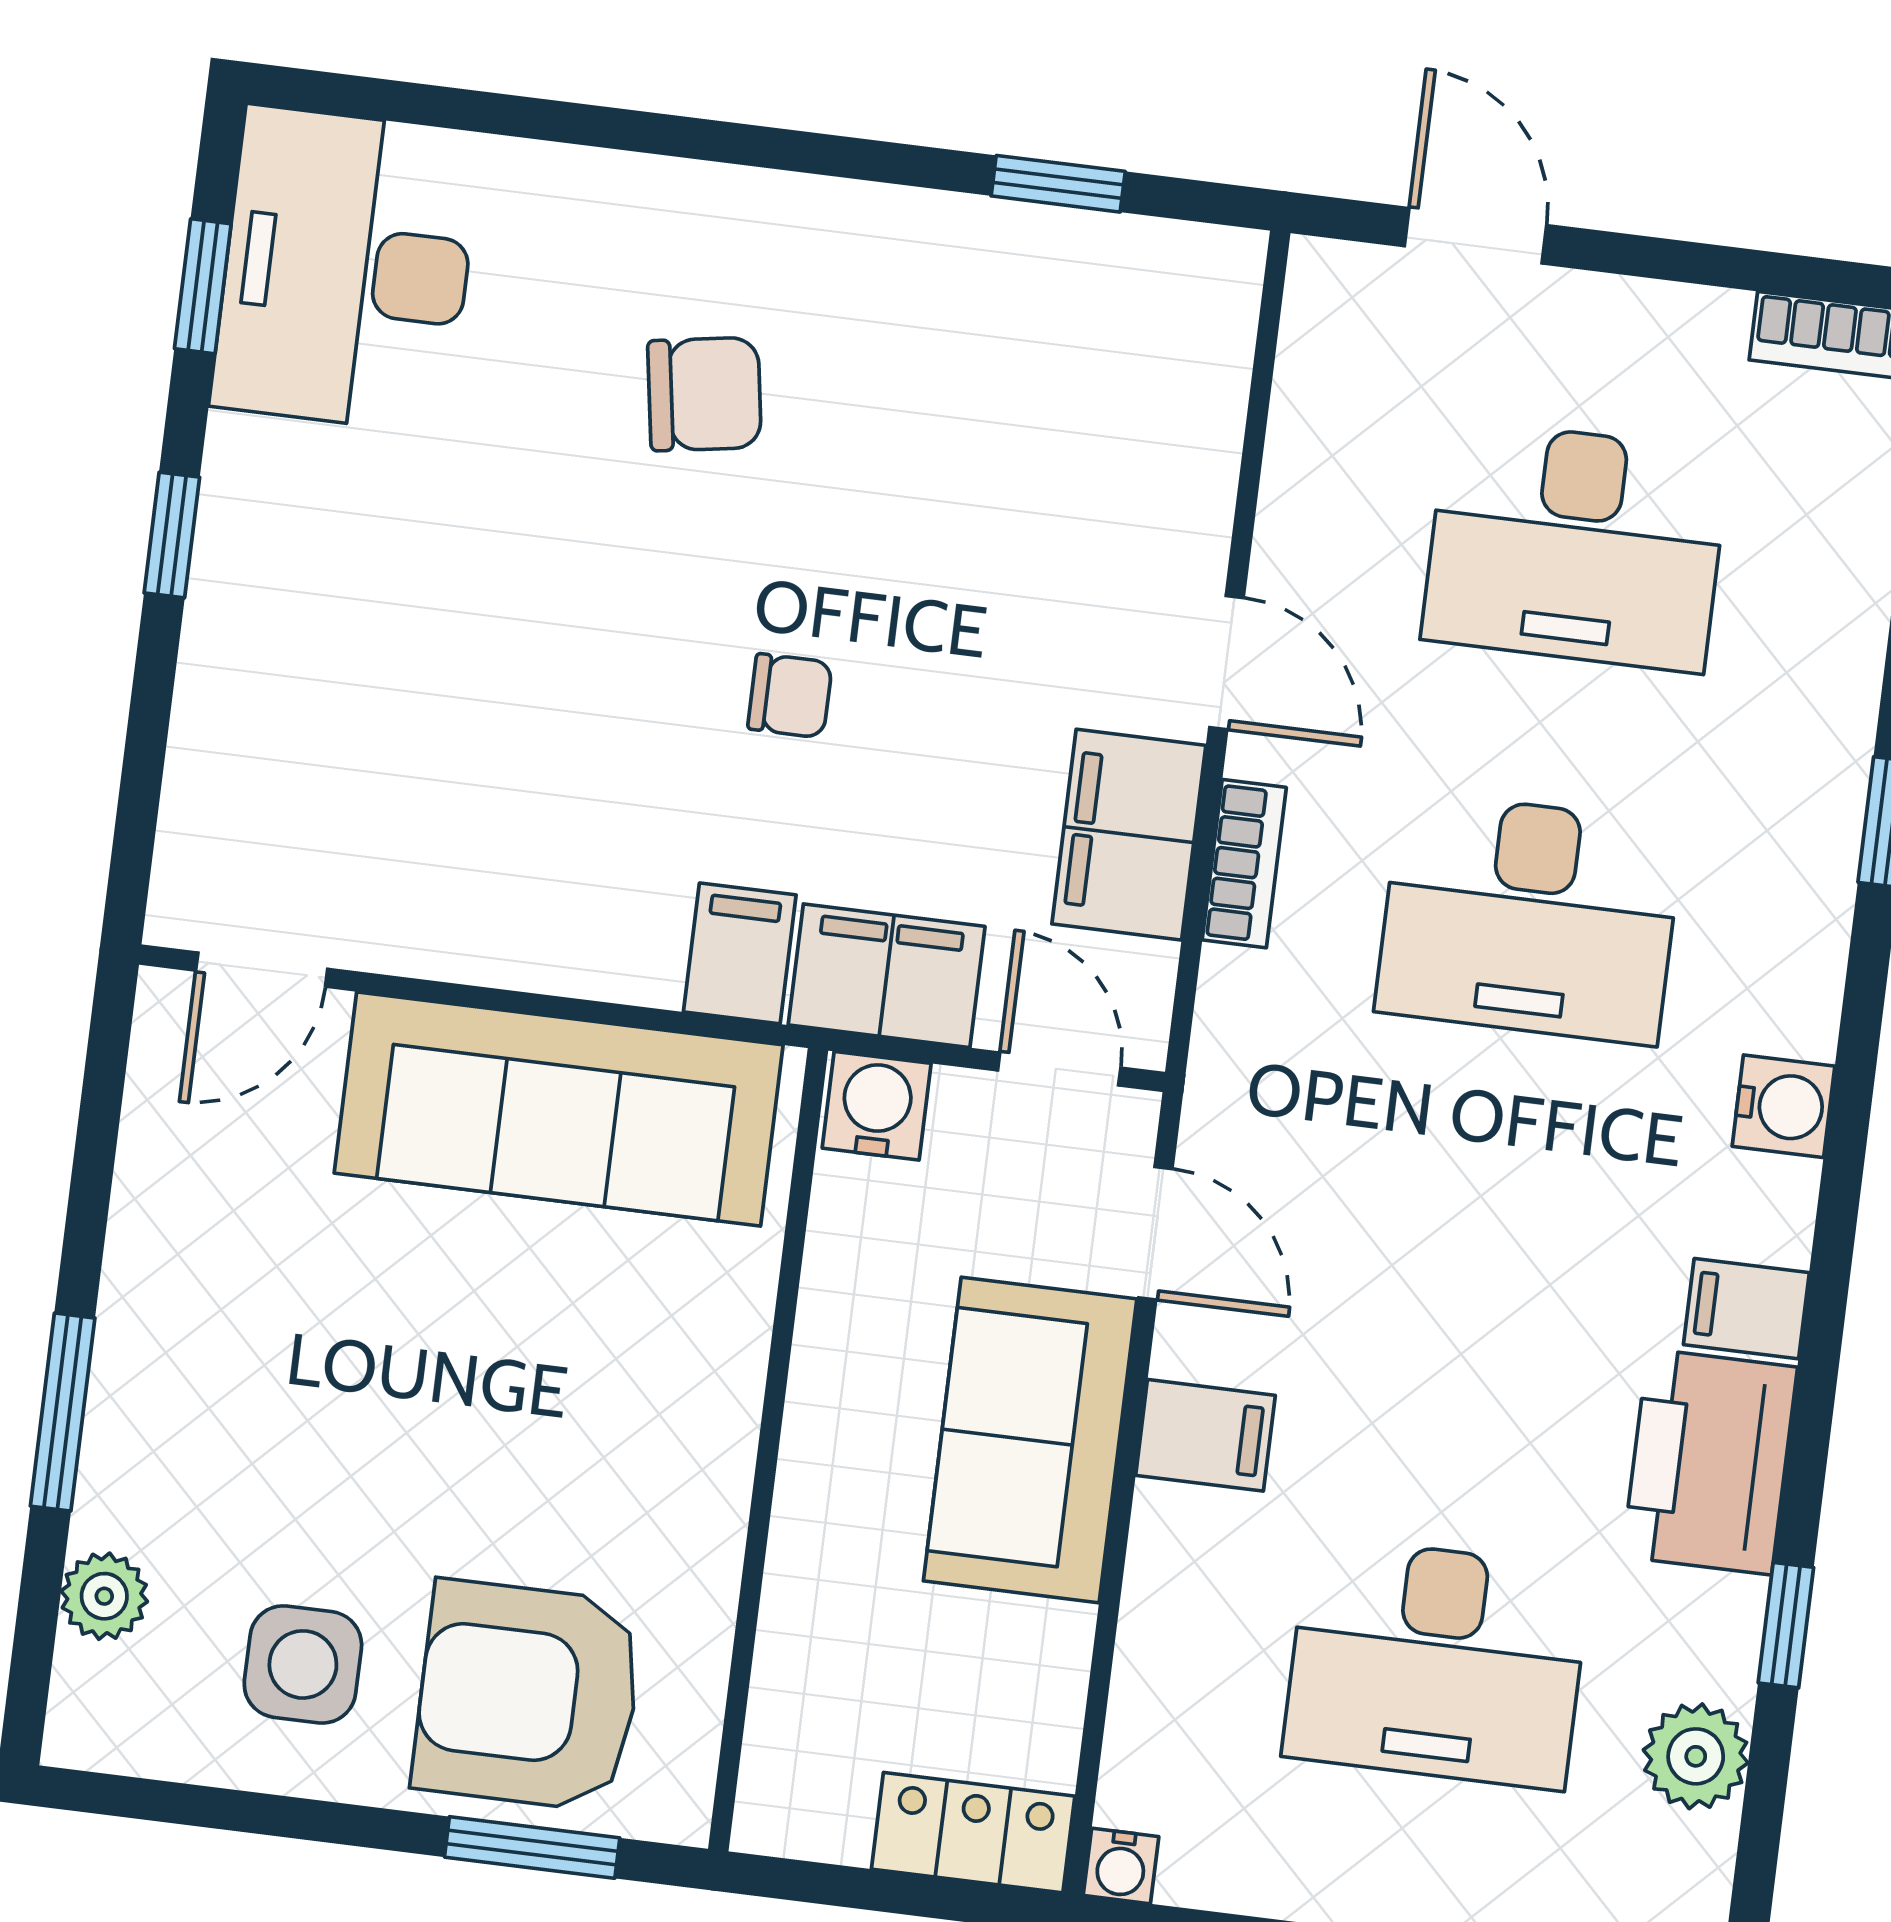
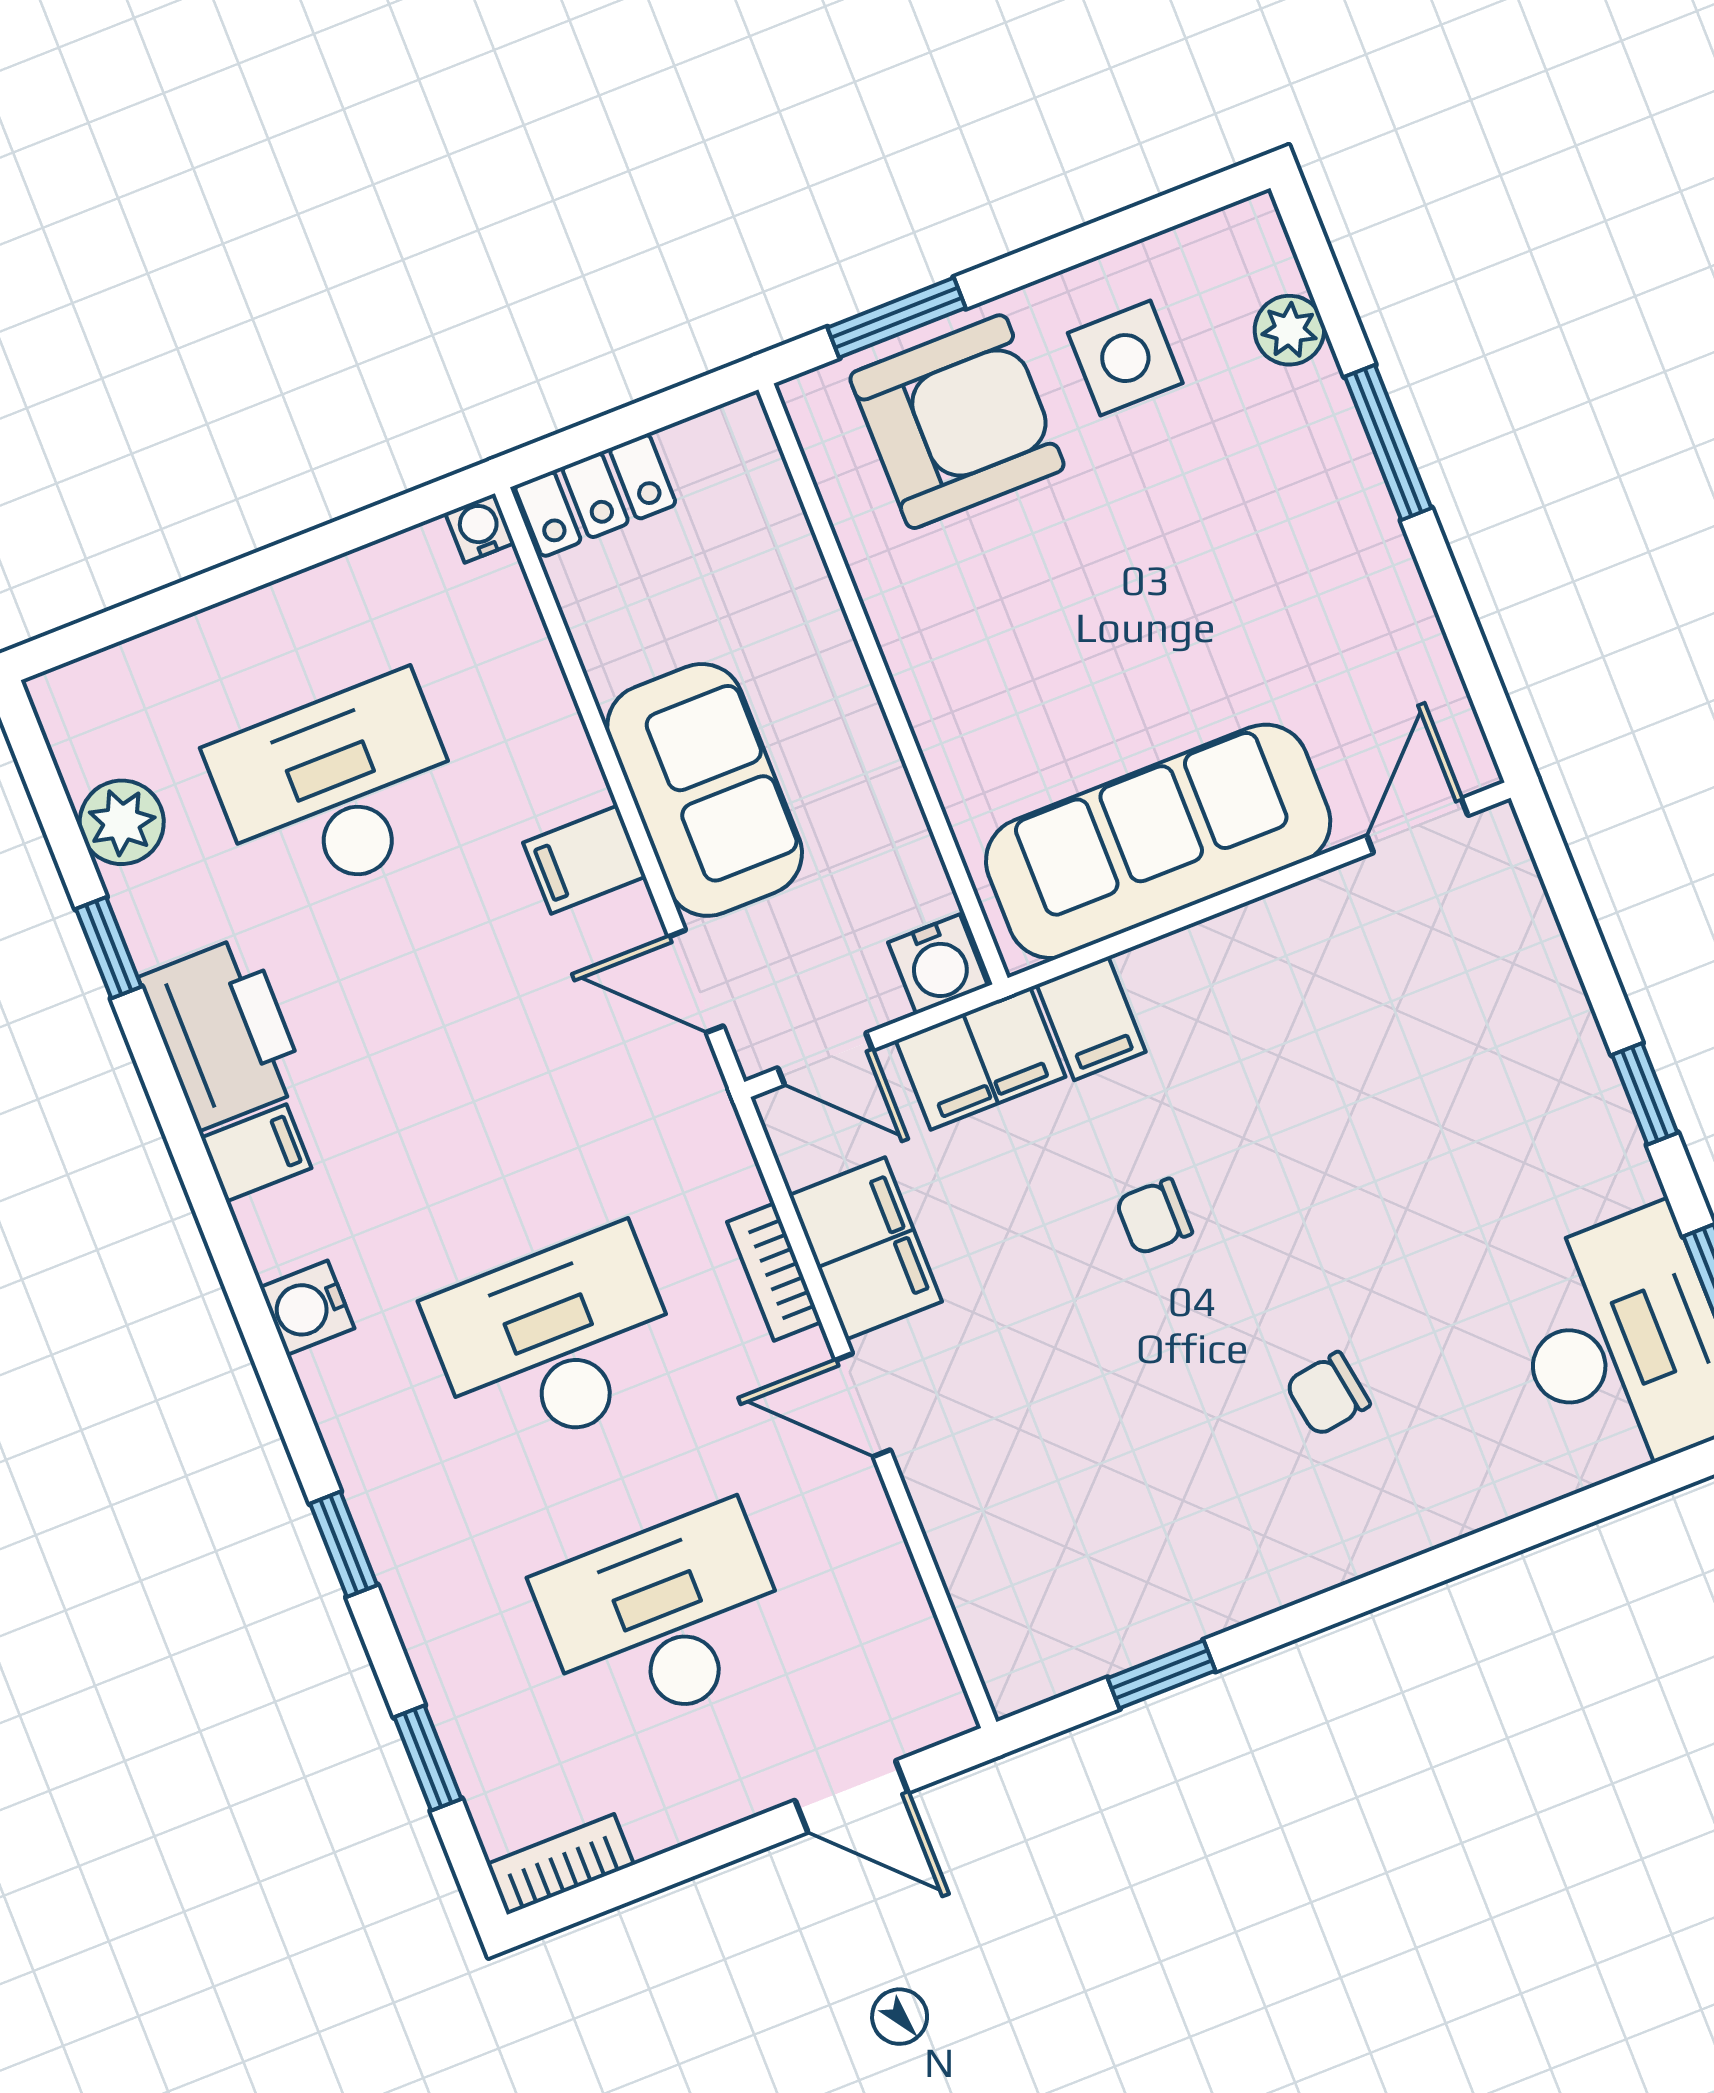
chair: (705, 394) -> (1328, 1394), width x0.73, depth x0.73

